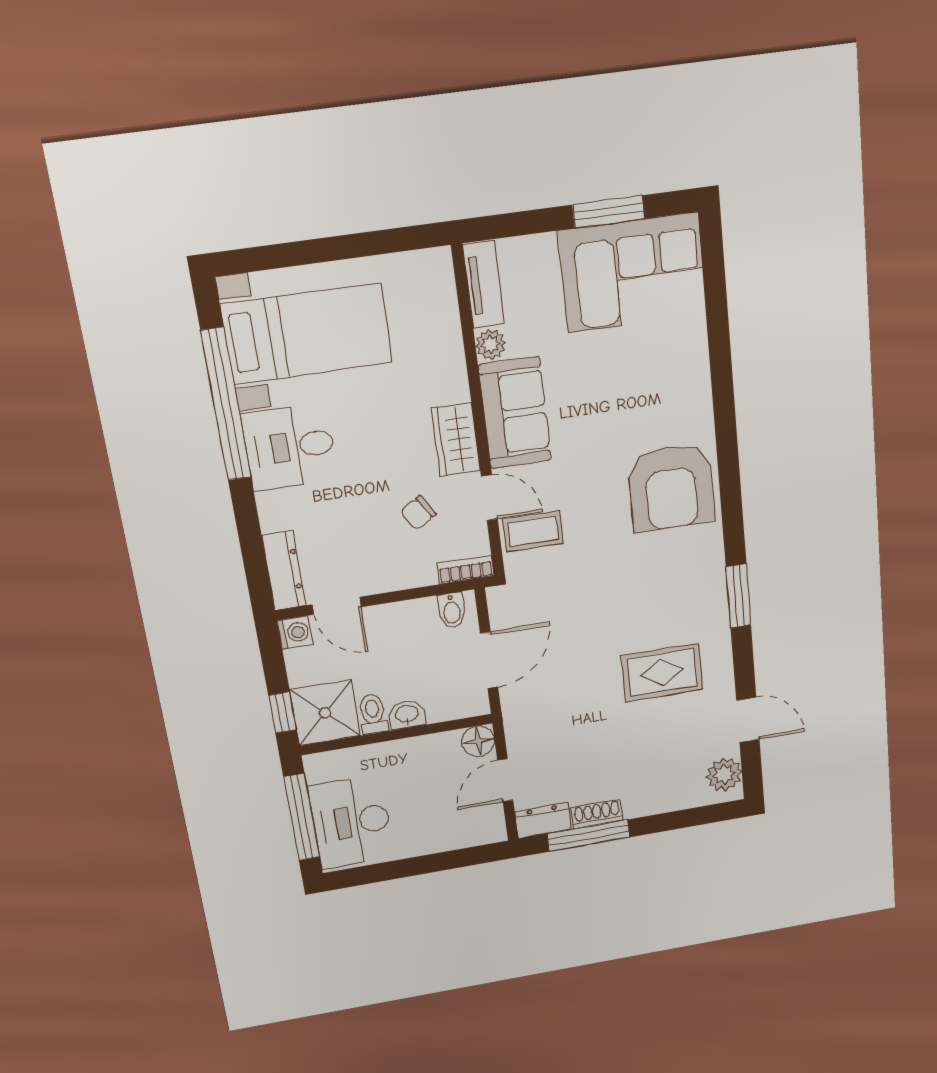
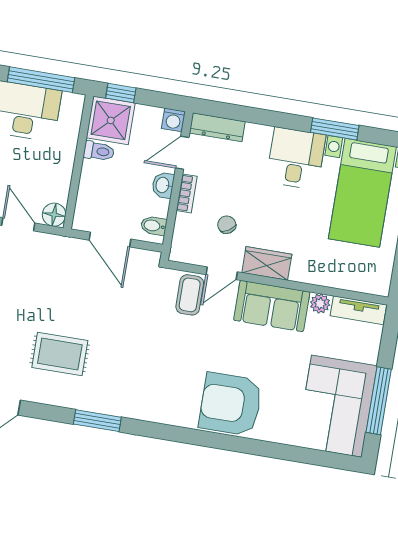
window: (609, 212) -> (379, 401), width x1.44
window: (226, 405) -> (335, 129), width x0.47
armchair: (671, 487) -> (231, 404), moved
bookcase: (466, 570) -> (187, 193), moved
rug: (662, 672) -> (60, 354), turned 90
washbasin: (407, 715) -> (163, 185), moved, turned 180

